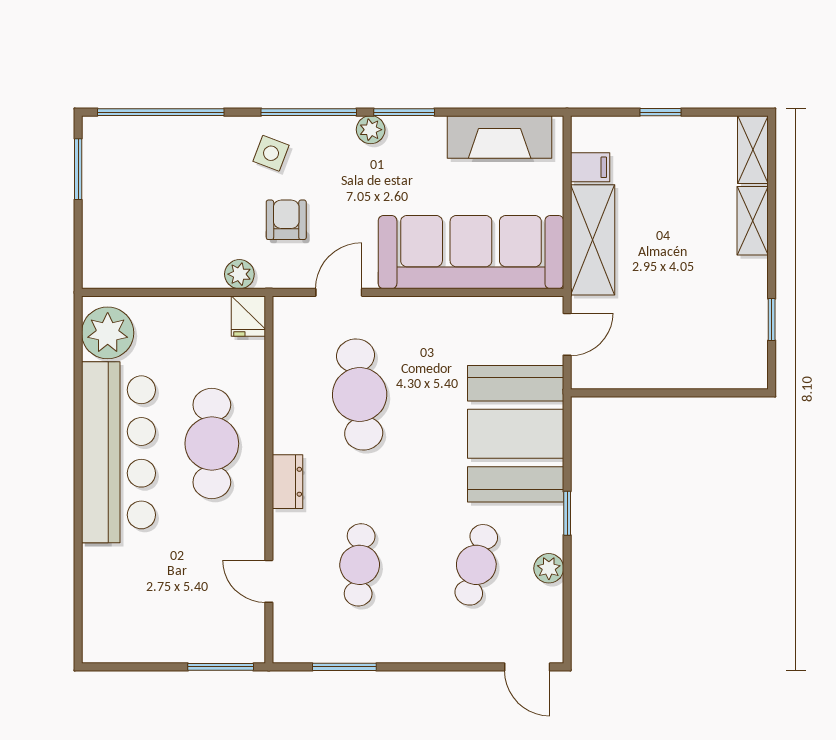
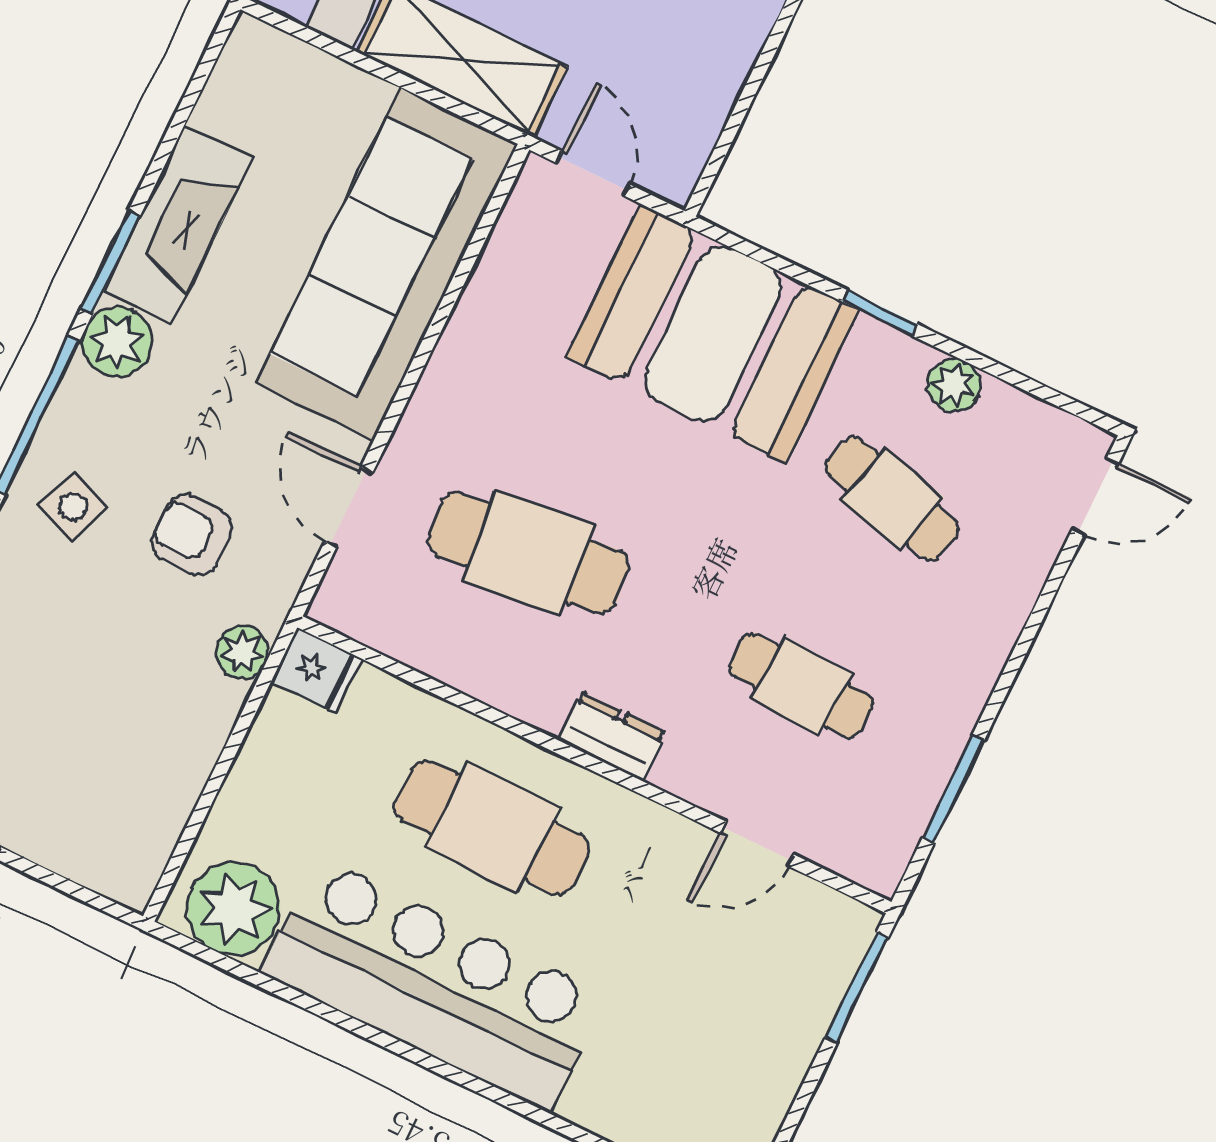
plant: (371, 130) -> (117, 342), width x1.38, depth x1.38
fireplace: (500, 137) -> (178, 224), moved

